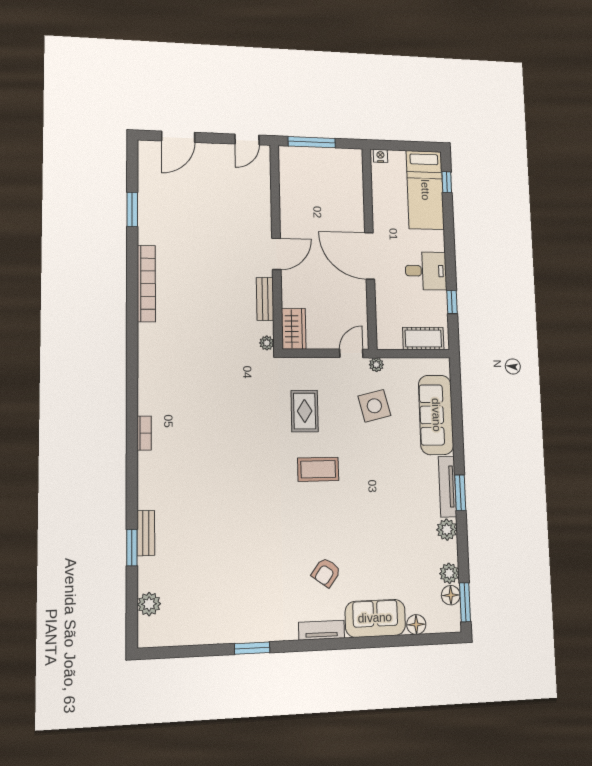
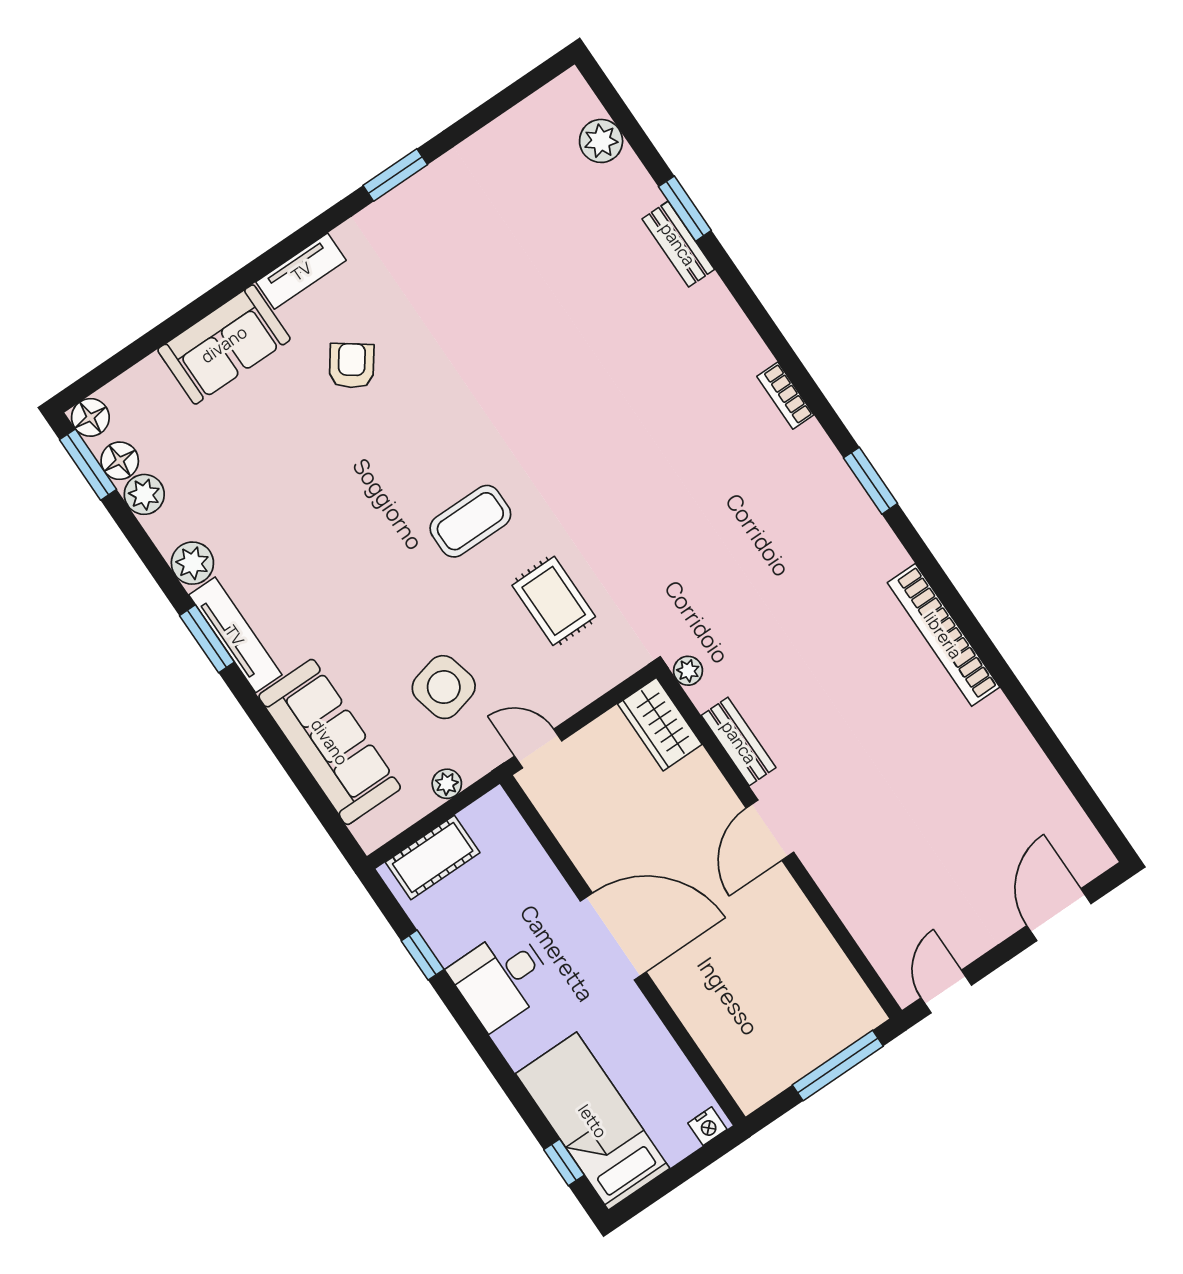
window: (132, 209) -> (871, 481), moved
door: (351, 353) -> (538, 748), swing flipped
plant: (376, 365) -> (447, 784), moved
floor lamp: (416, 625) -> (90, 417), moved

